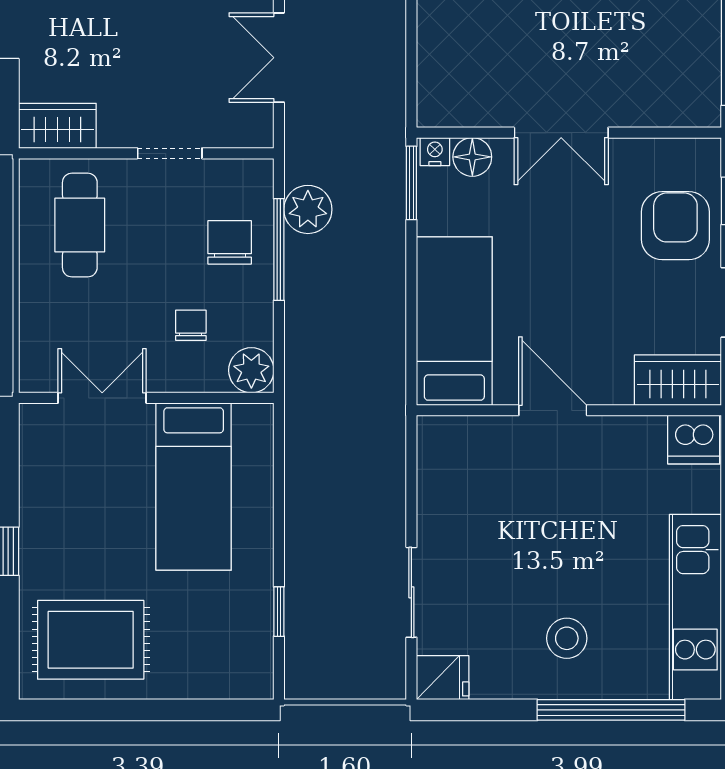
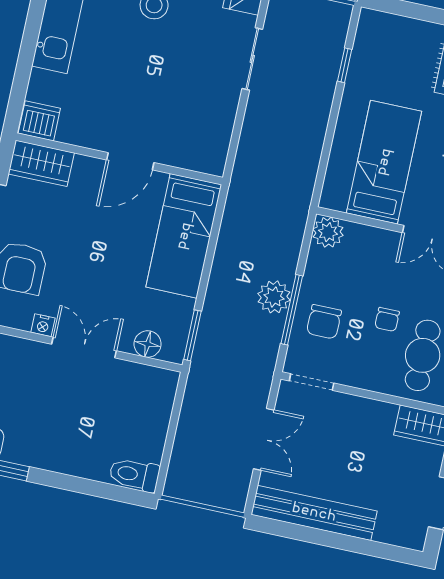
nightstand: (435, 152) -> (43, 325), moved
doorway: (170, 153) -> (312, 382), moved
plant: (308, 209) -> (274, 297), moved
chair: (191, 325) -> (387, 319), moved
door: (553, 410) -> (130, 161), hinge flipped

